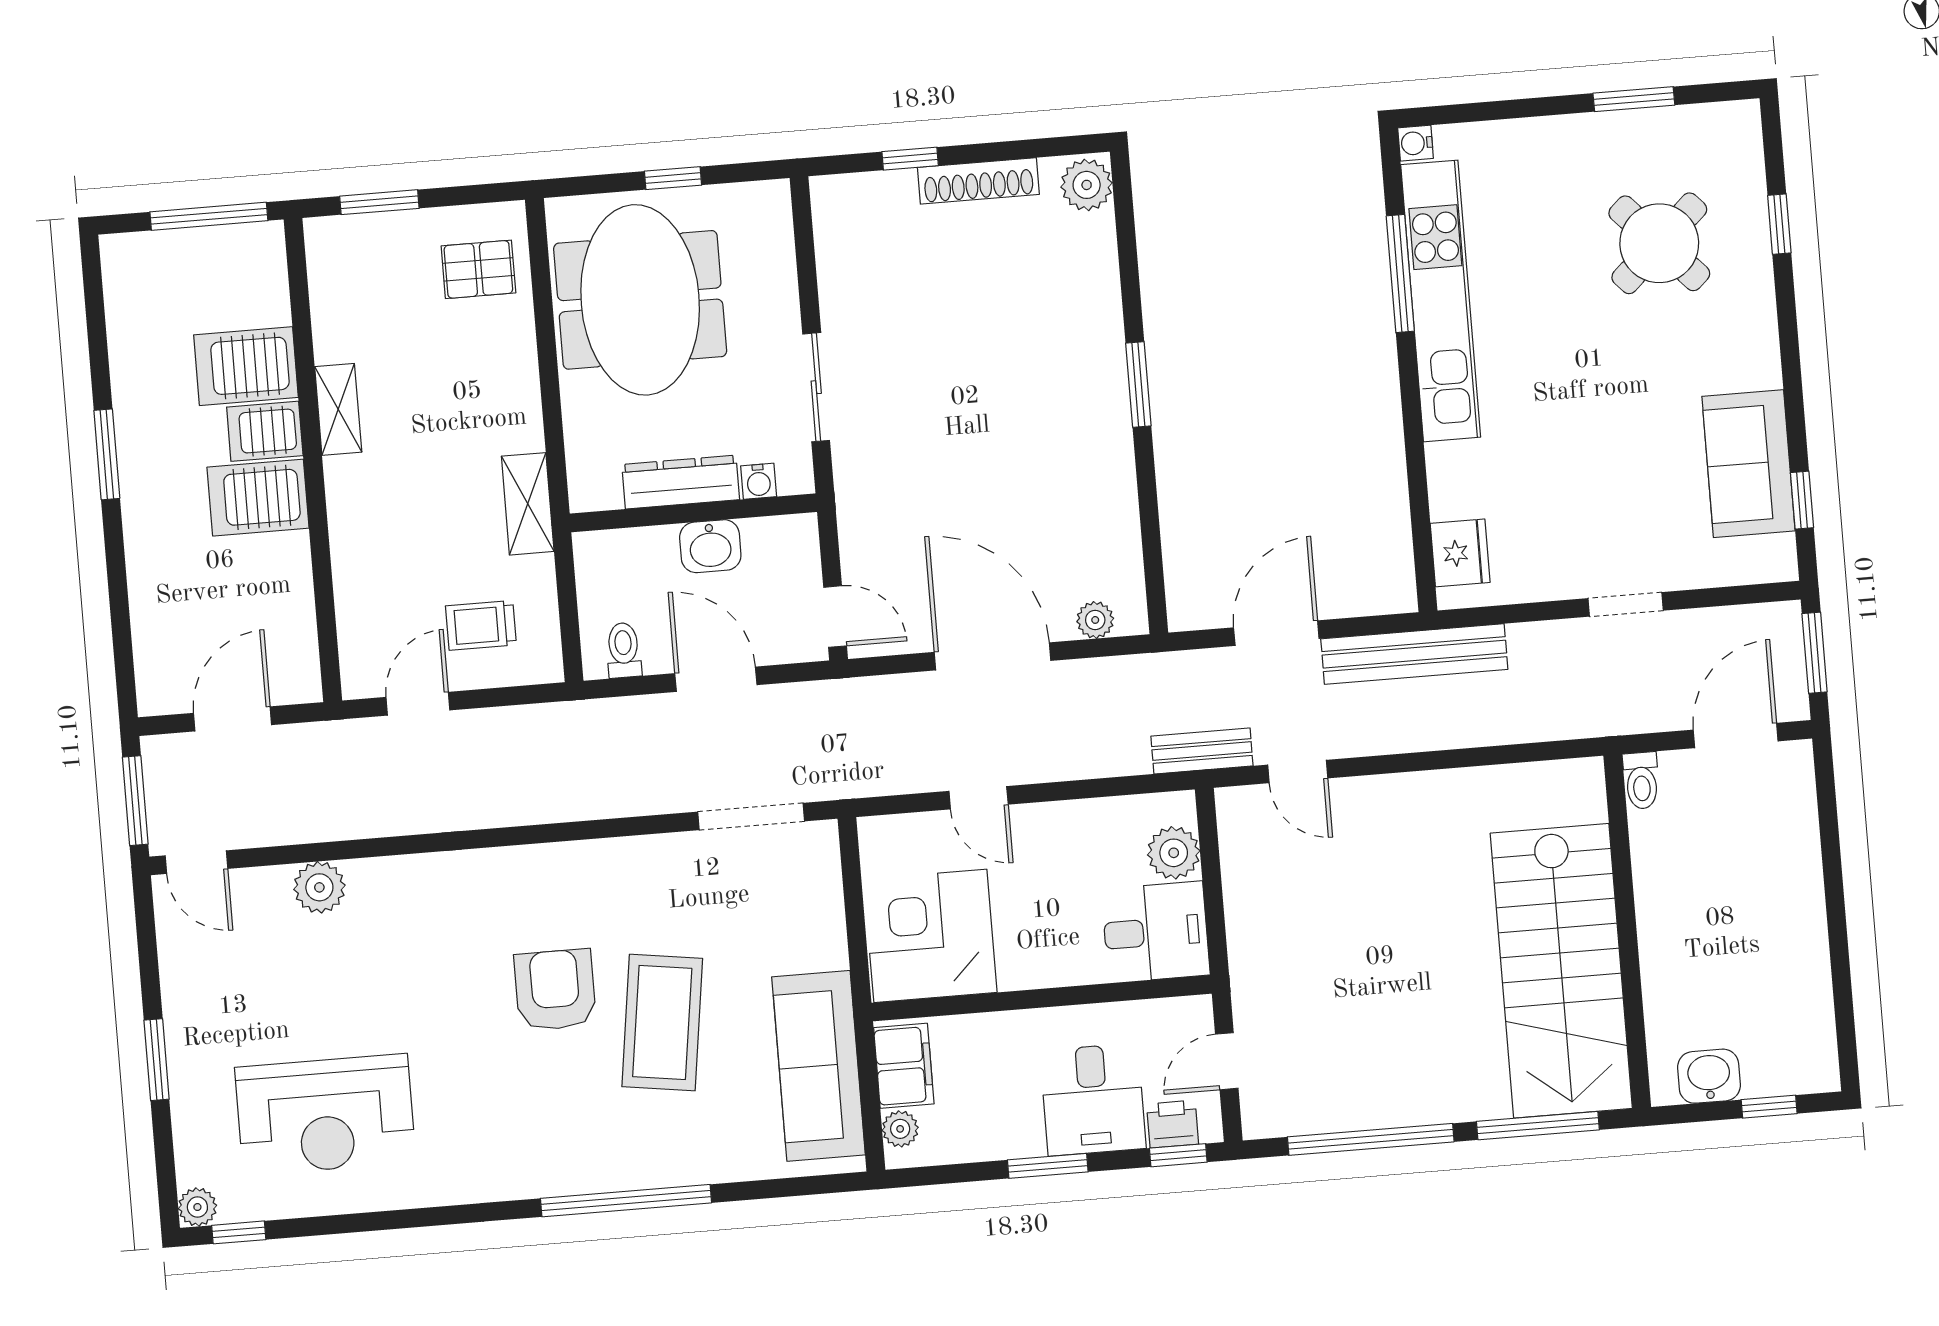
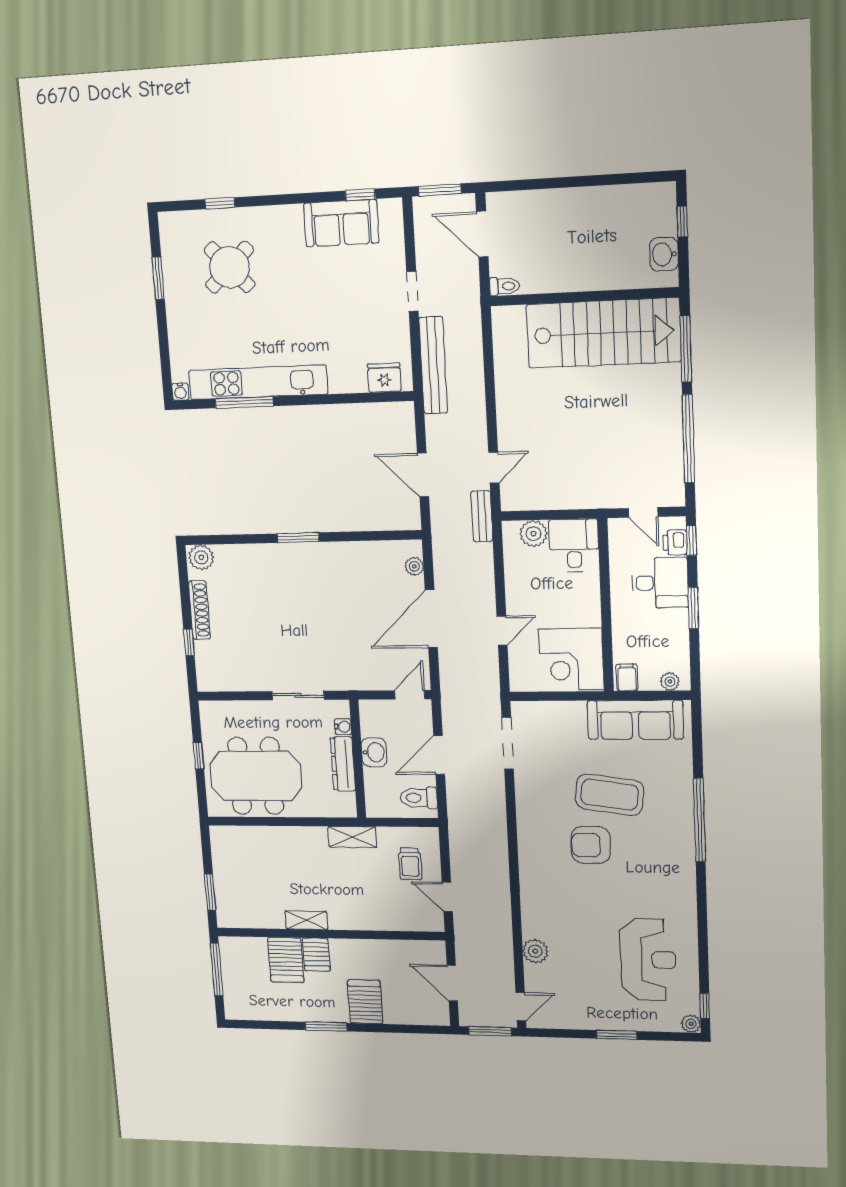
pallet: (478, 269) -> (241, 850), removed
server rack: (258, 498) -> (365, 1002), moved, turned 180
toilet: (624, 650) -> (419, 798), width x1.37, depth x1.39
bench: (1414, 654) -> (433, 365), moved
filing cabinet: (904, 1066) -> (627, 677), width x0.50

